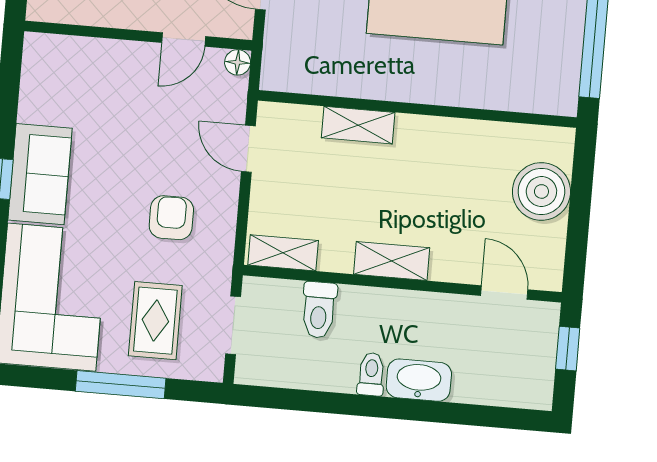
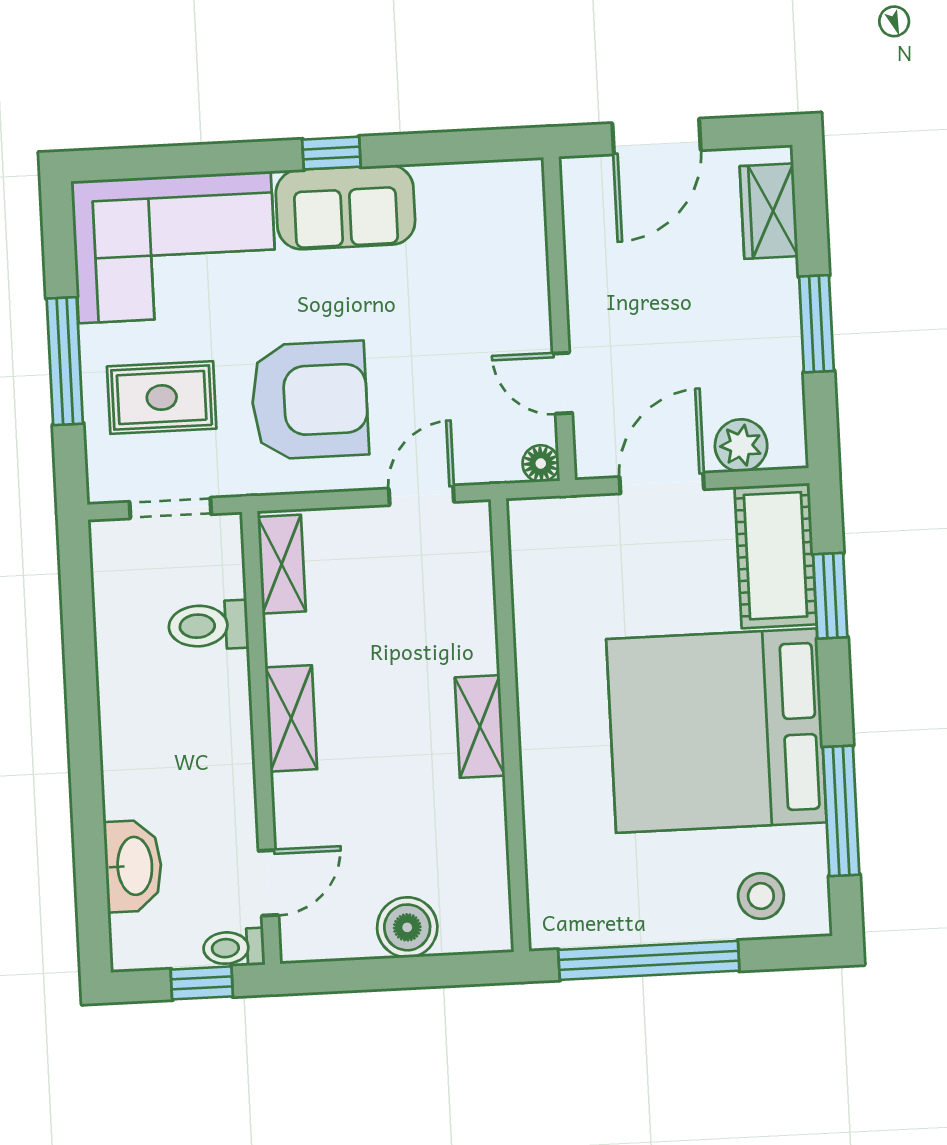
shelving: (358, 125) -> (480, 727), moved
boiler: (541, 191) -> (407, 927), width x0.73, depth x0.73
armchair: (171, 218) -> (310, 400), width x1.88, depth x1.88
toilet: (371, 374) -> (234, 948), moved, turned 180
washbasin: (419, 380) -> (133, 866), moved

